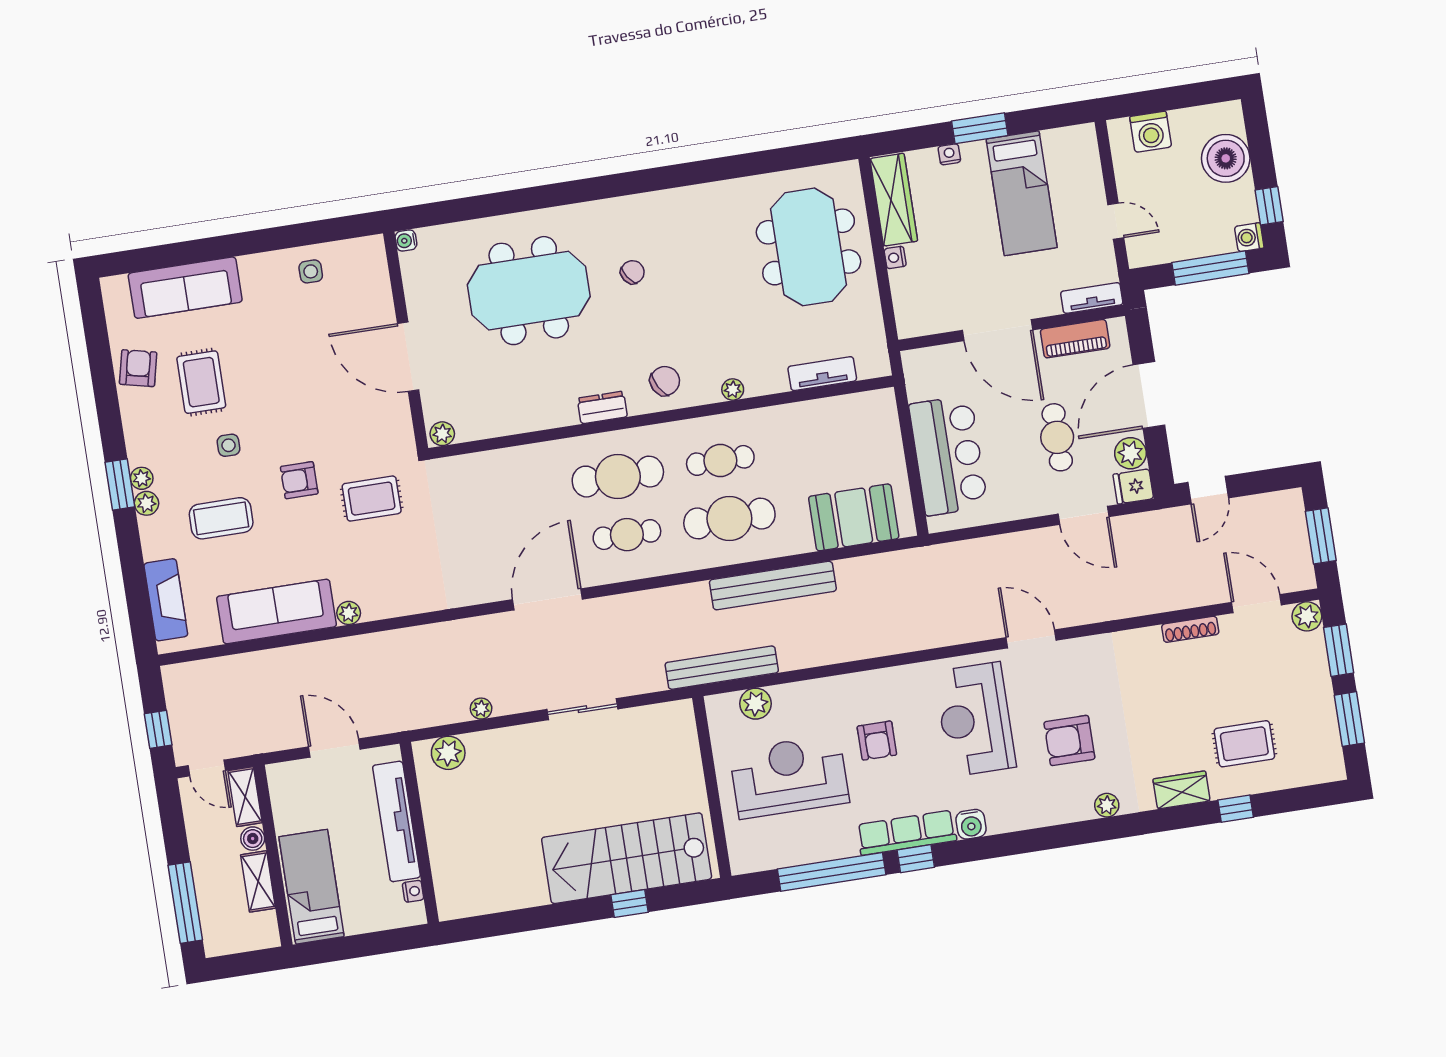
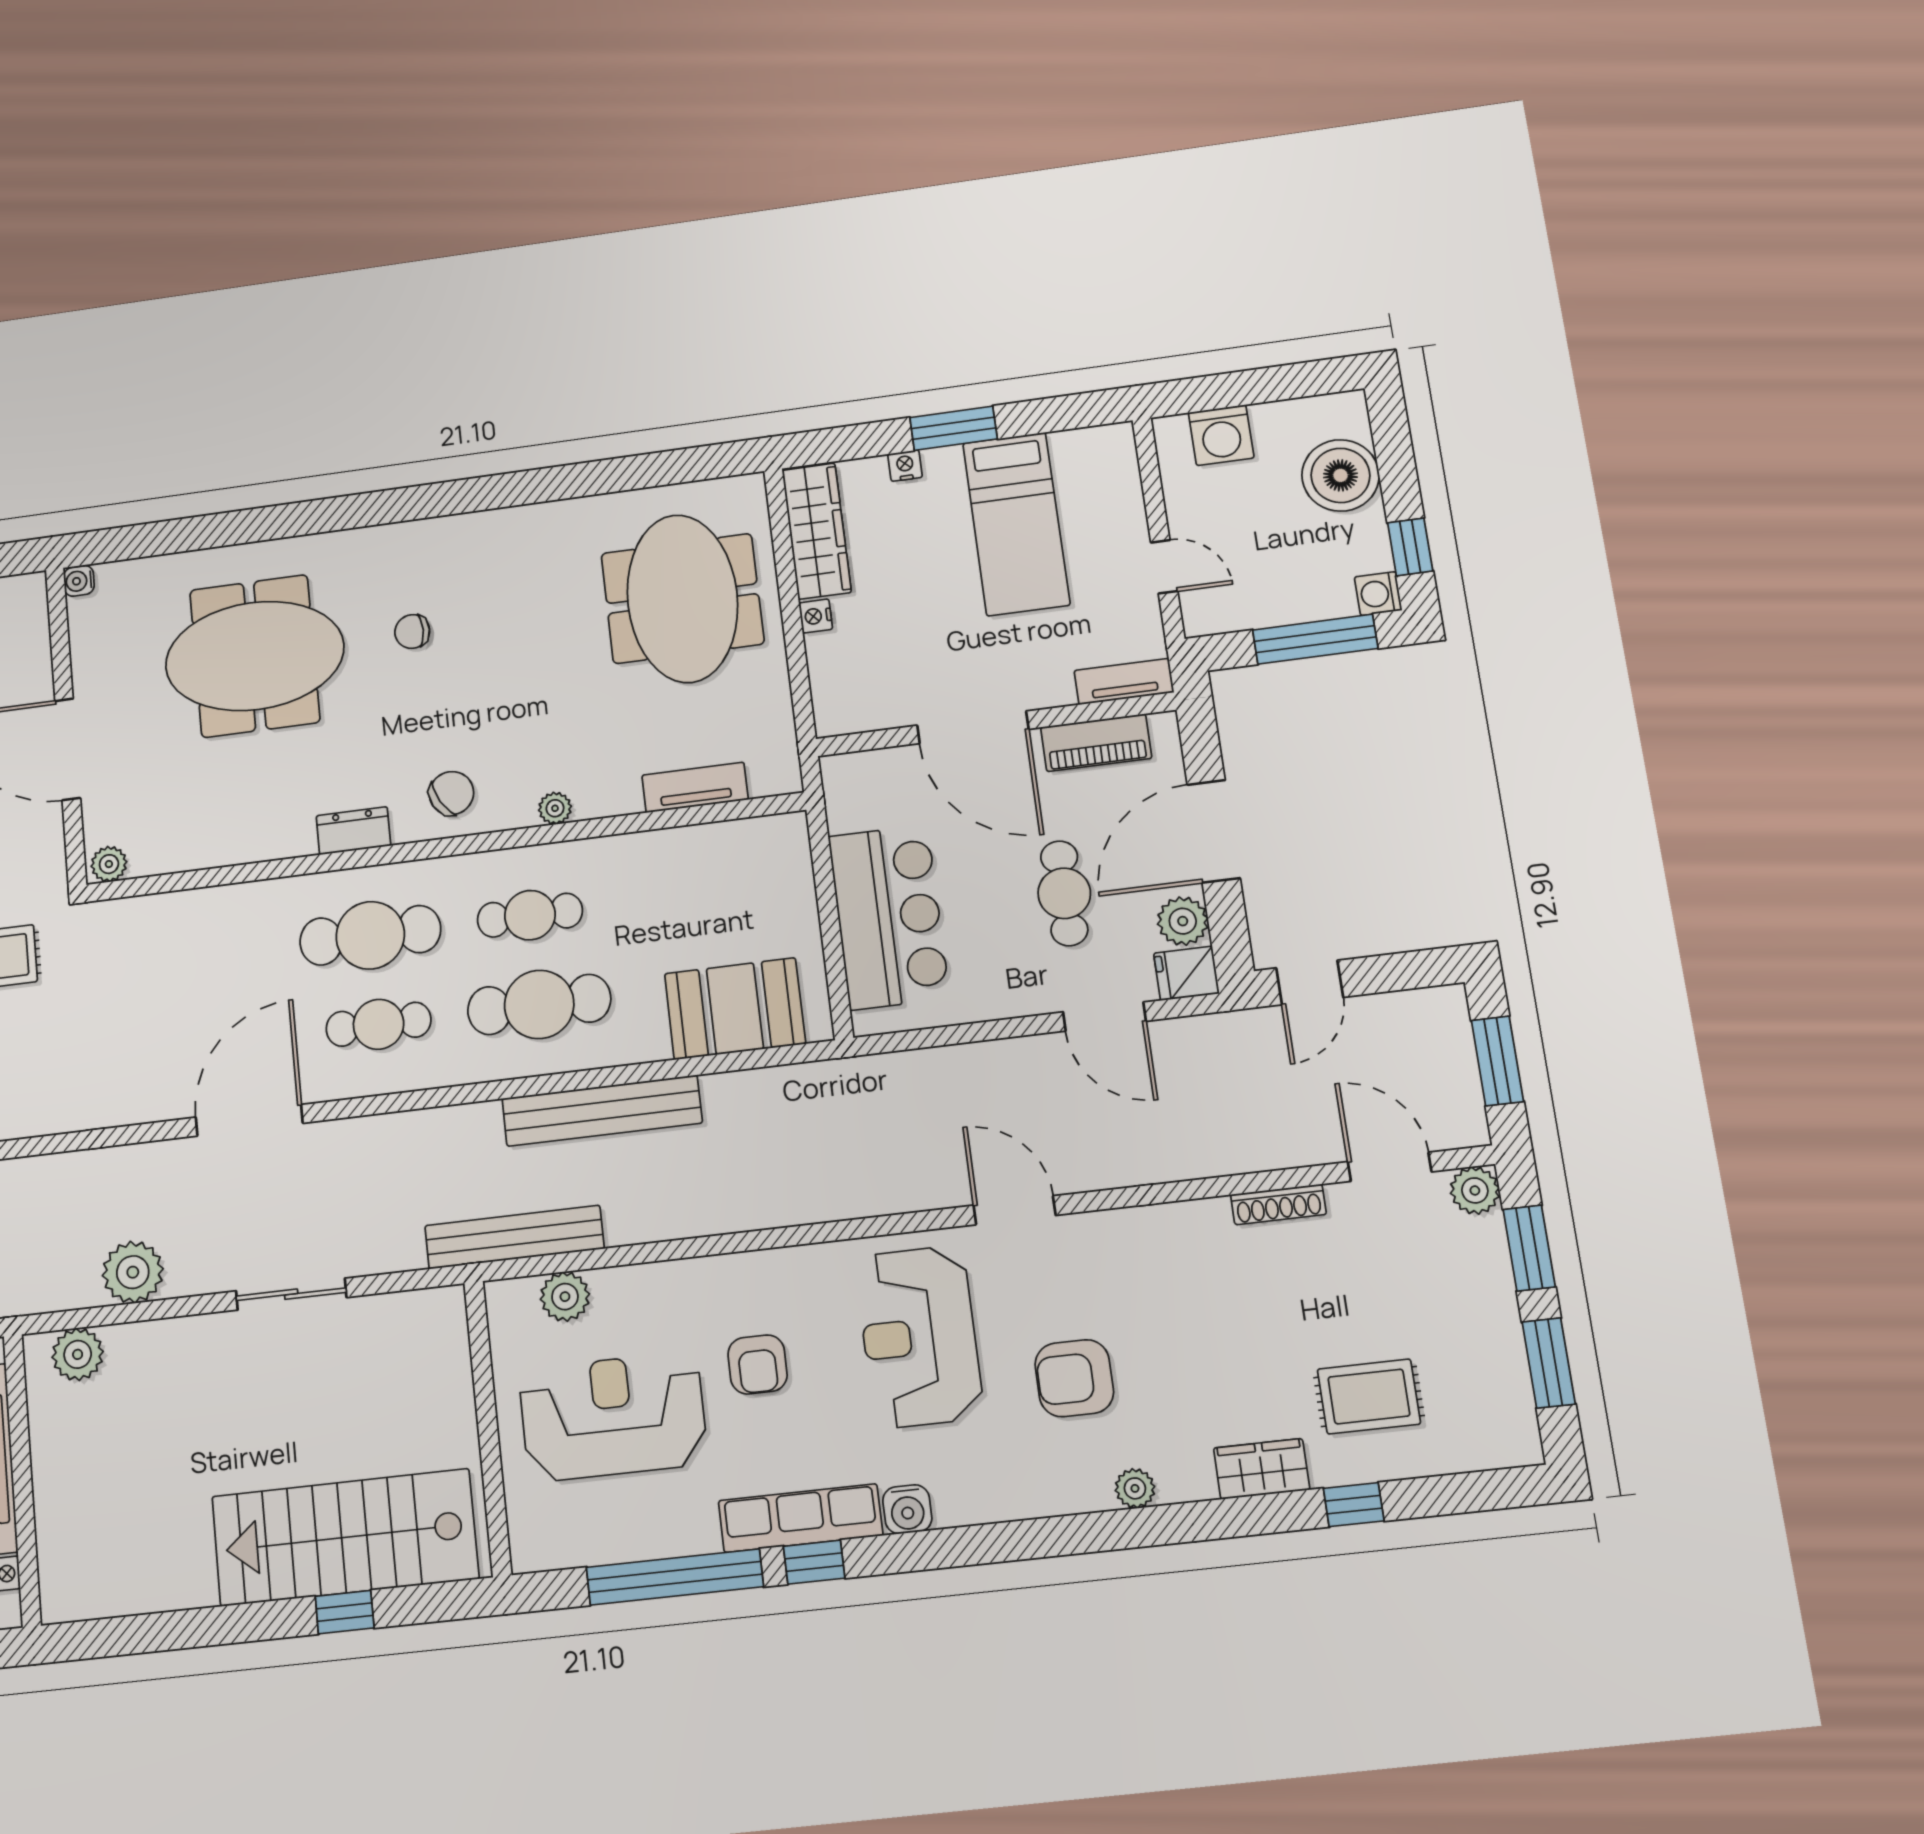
chair: (632, 272) -> (412, 631), turned -145
plant: (481, 709) -> (133, 1272), width x1.88, depth x1.88

